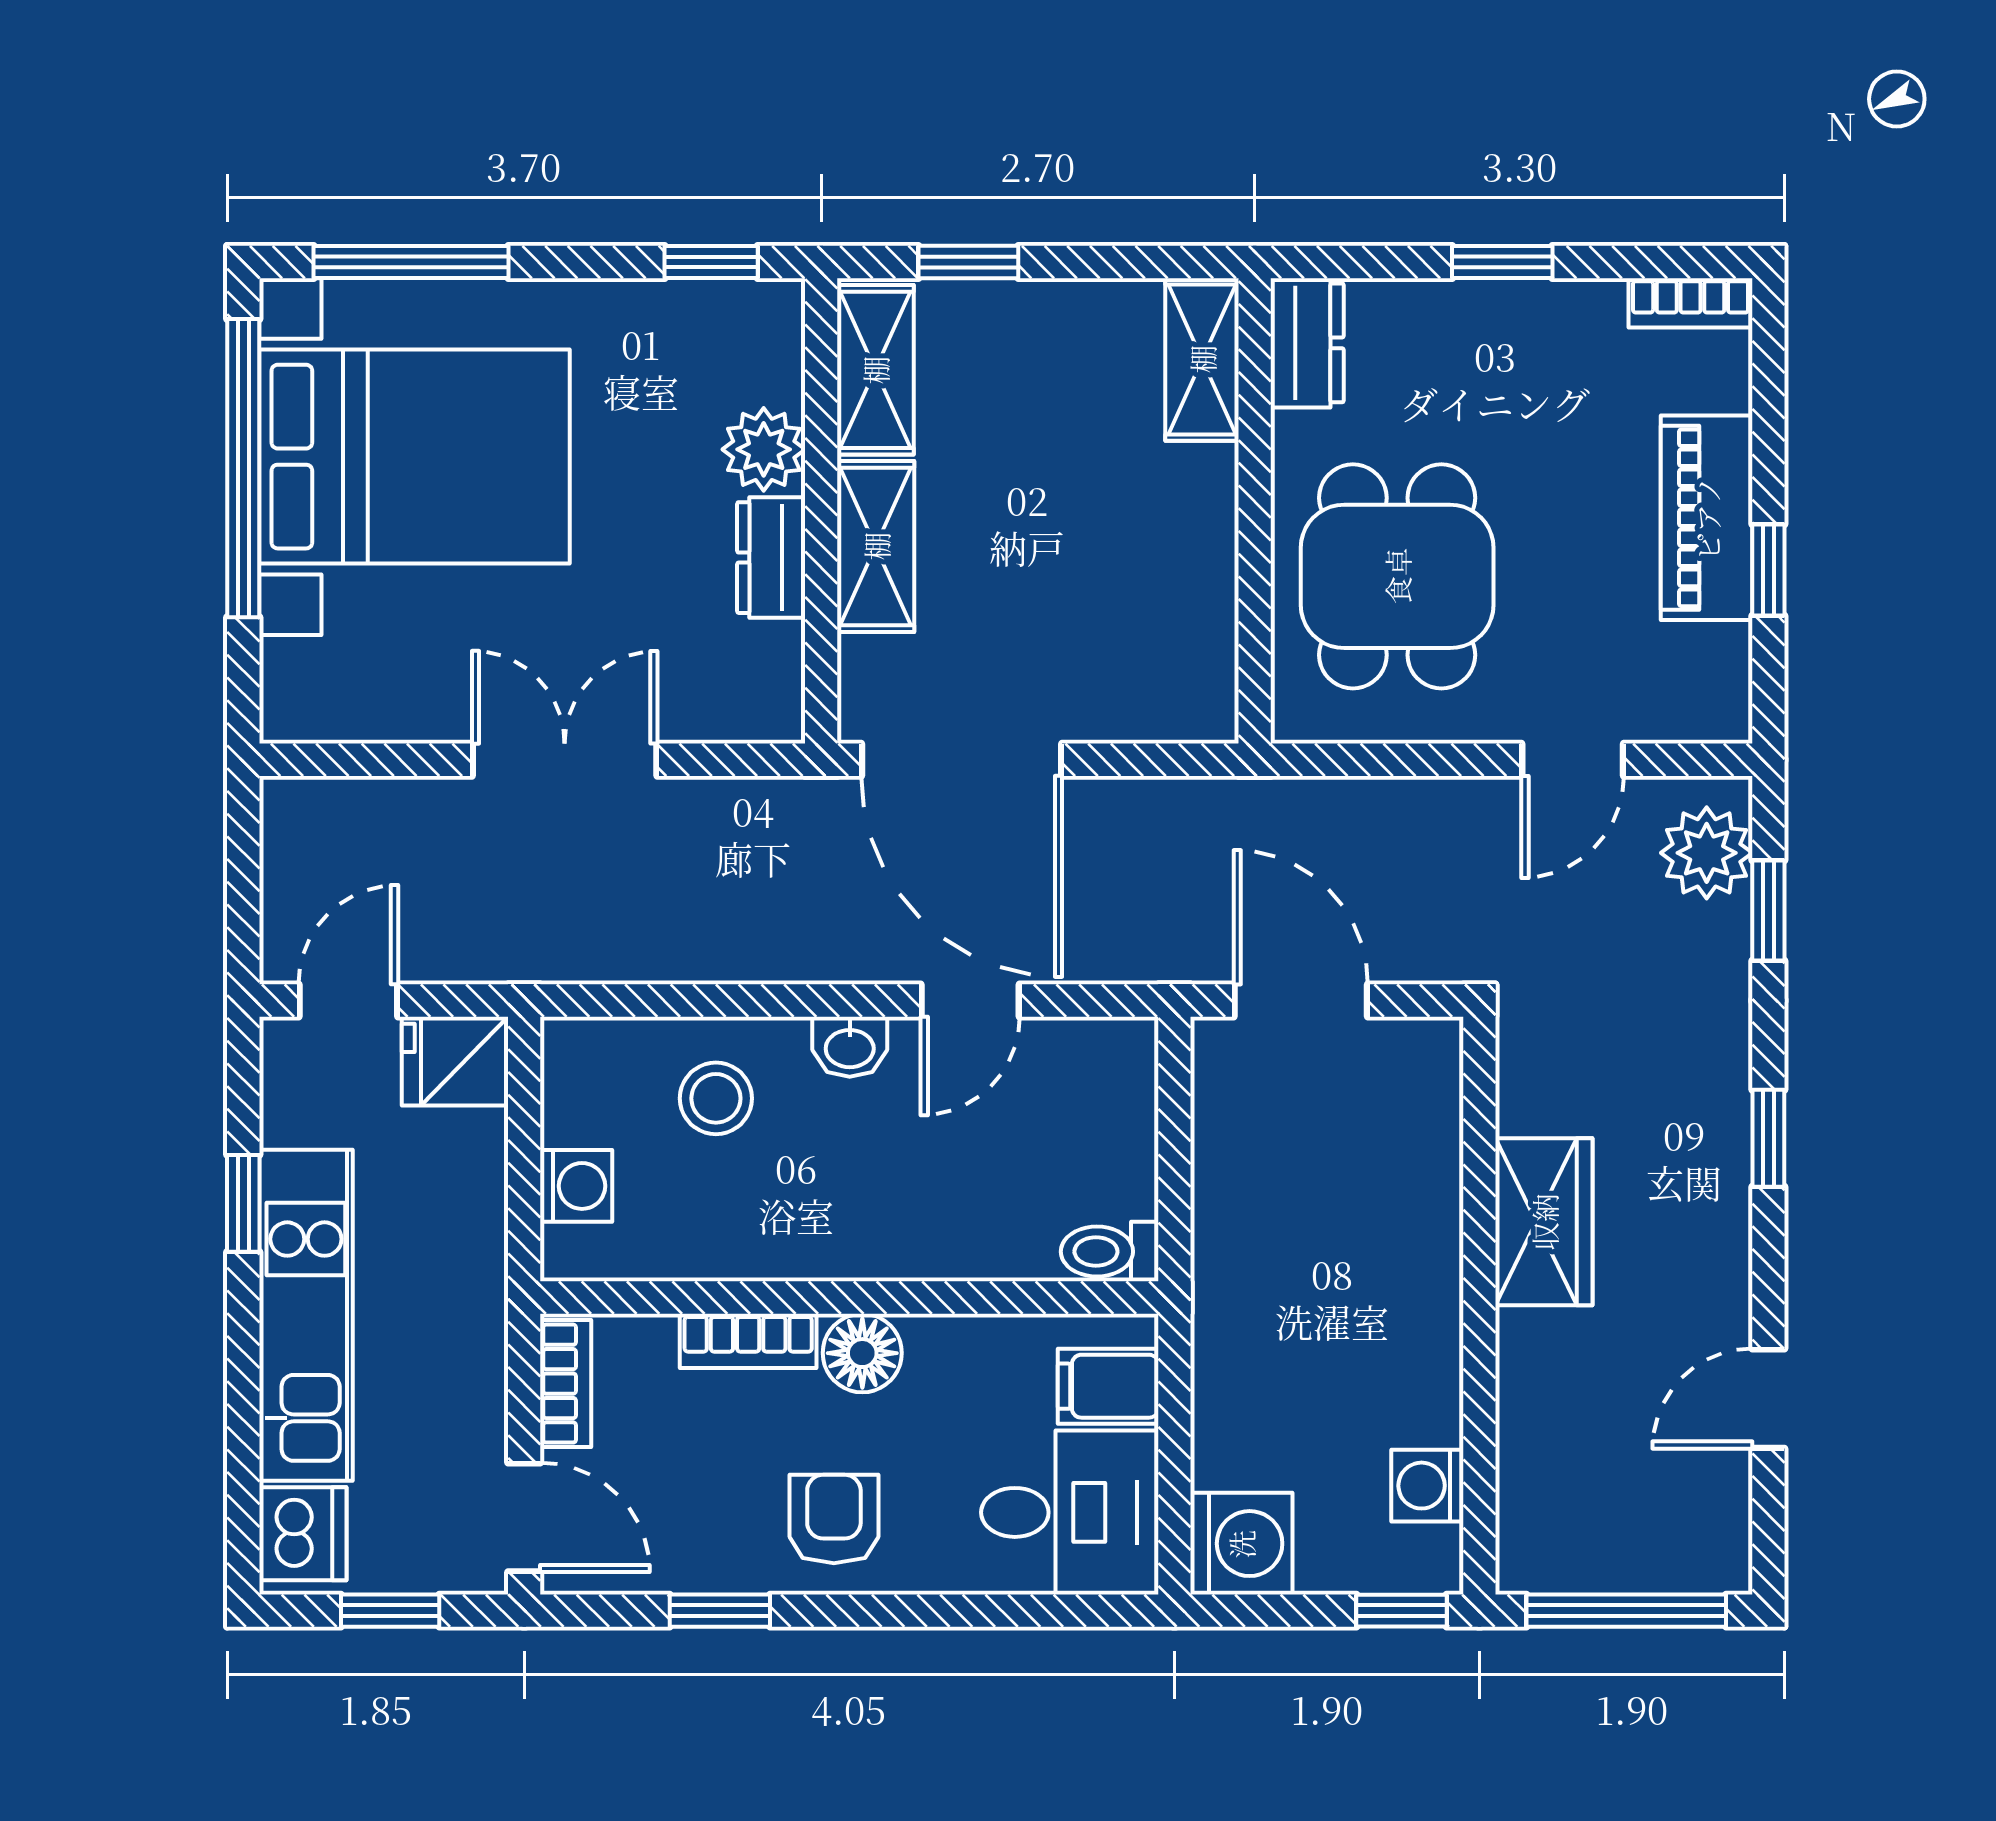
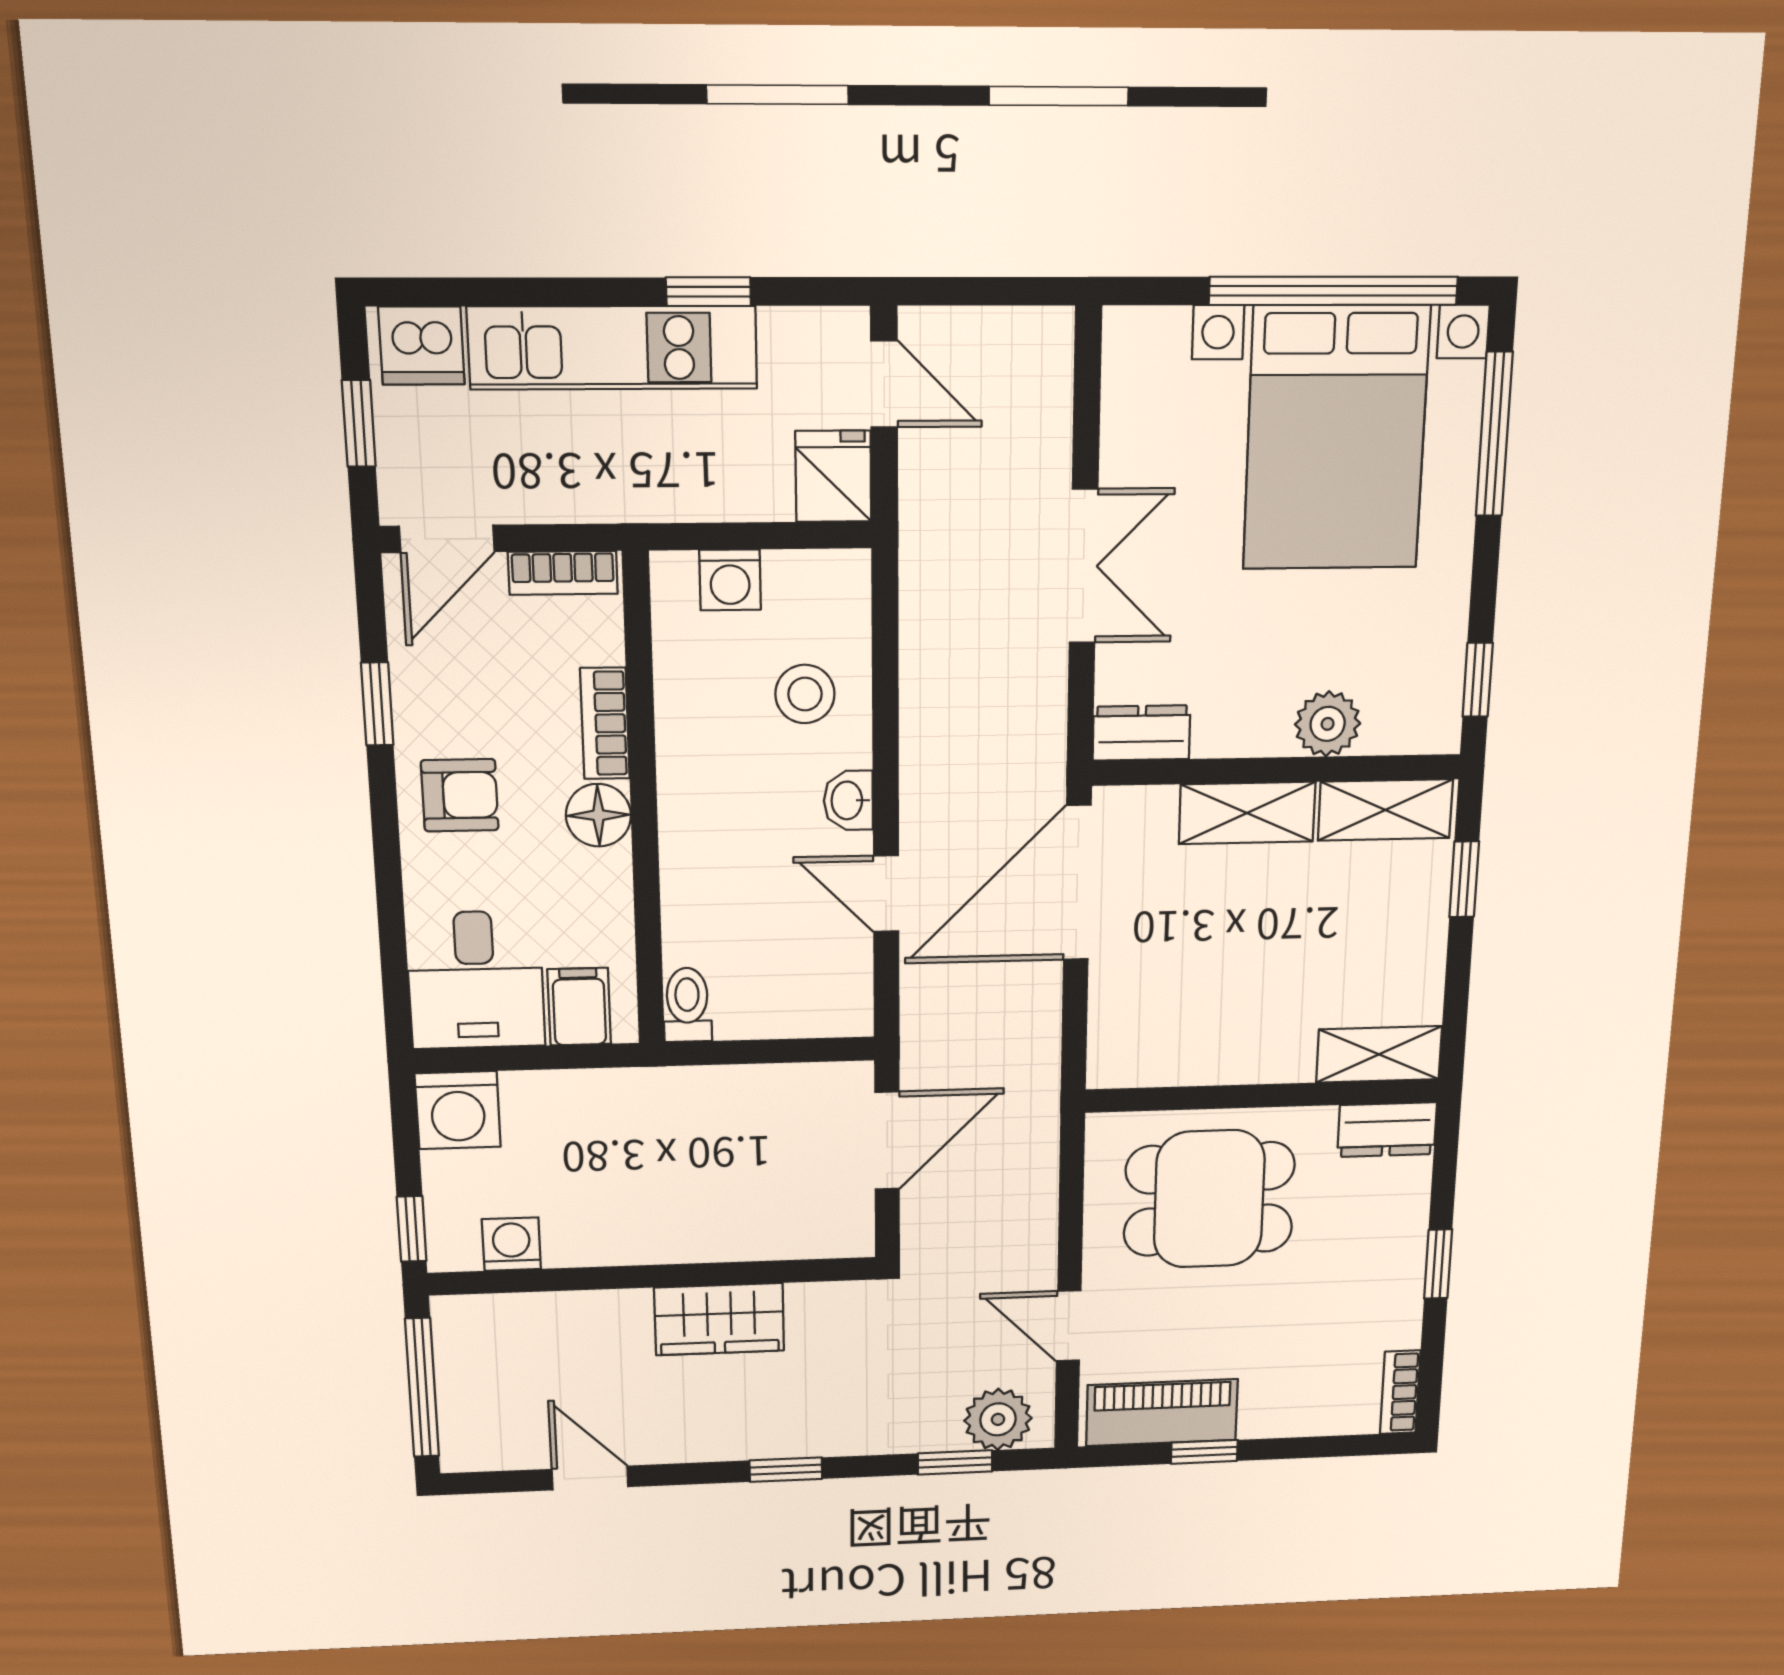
piano: (1707, 518) -> (1162, 1413), moved
dresser: (771, 558) -> (1141, 733), moved

